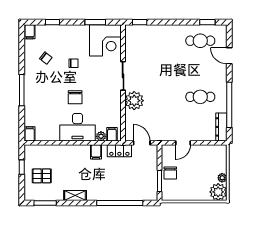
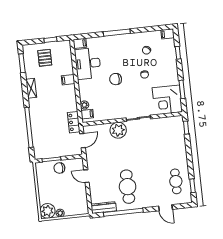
door: (229, 56) -> (166, 208), swing flipped
cafe table: (200, 97) -> (128, 187), width x1.37, depth x1.35
desk: (78, 127) -> (88, 63), moved
filing cabinet: (96, 152) -> (68, 80), moved

